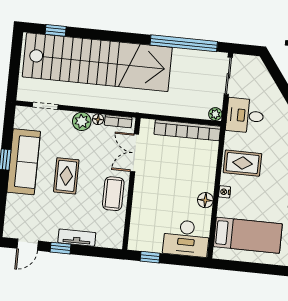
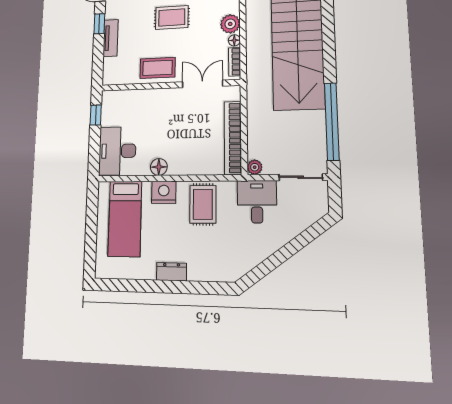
nightstand: (225, 192) -> (164, 192), width x1.89, depth x1.79

